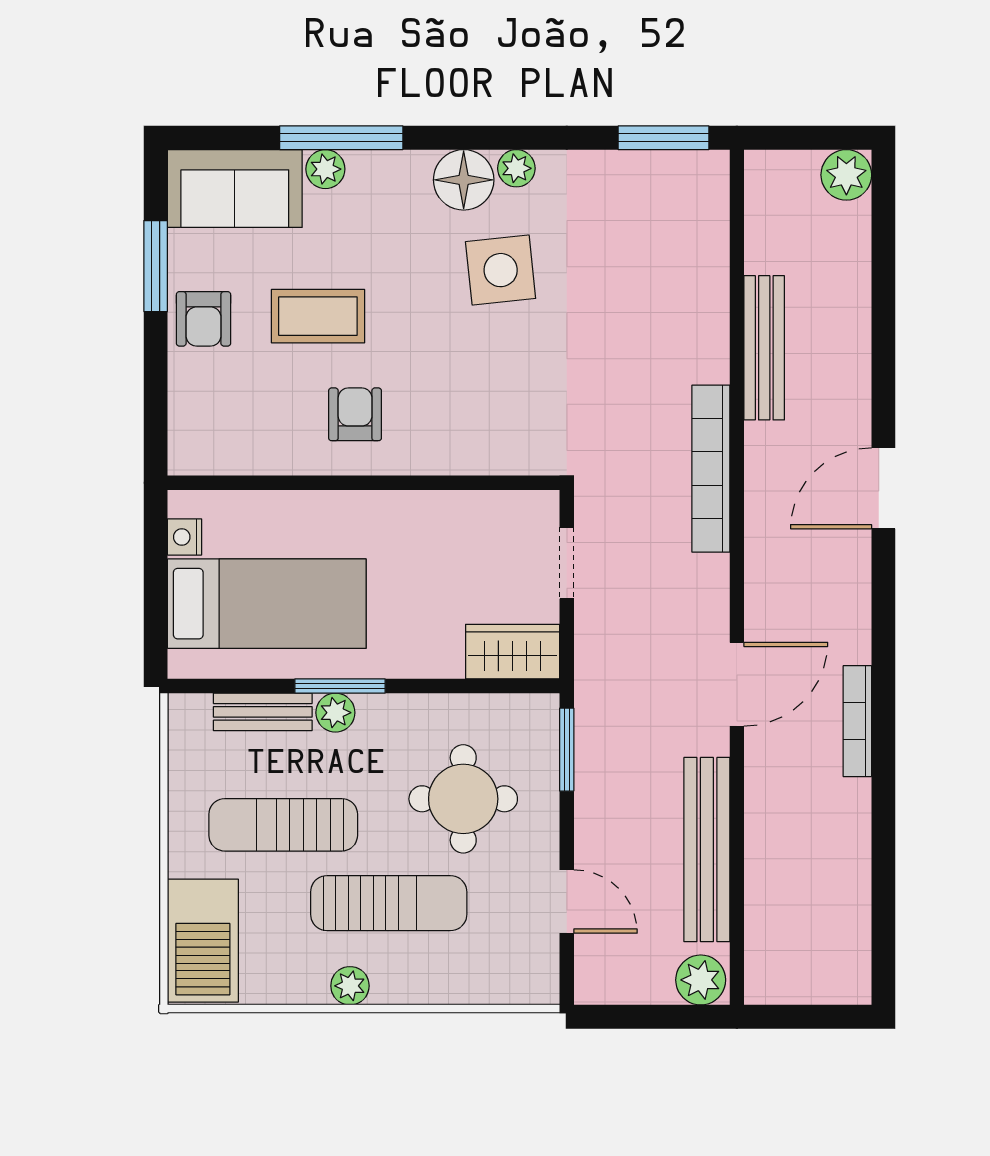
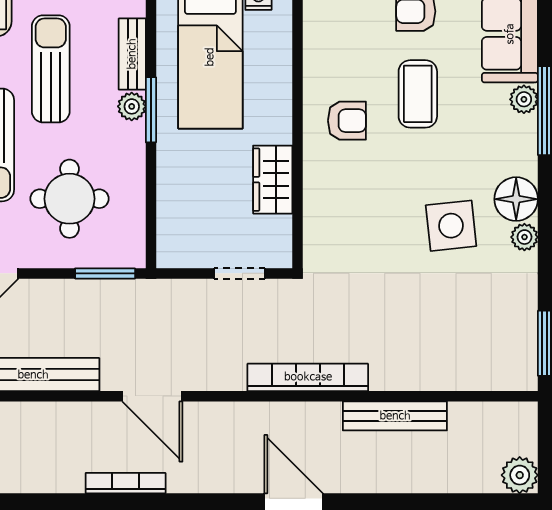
wardrobe: (513, 652) -> (273, 180), moved, turned 180

